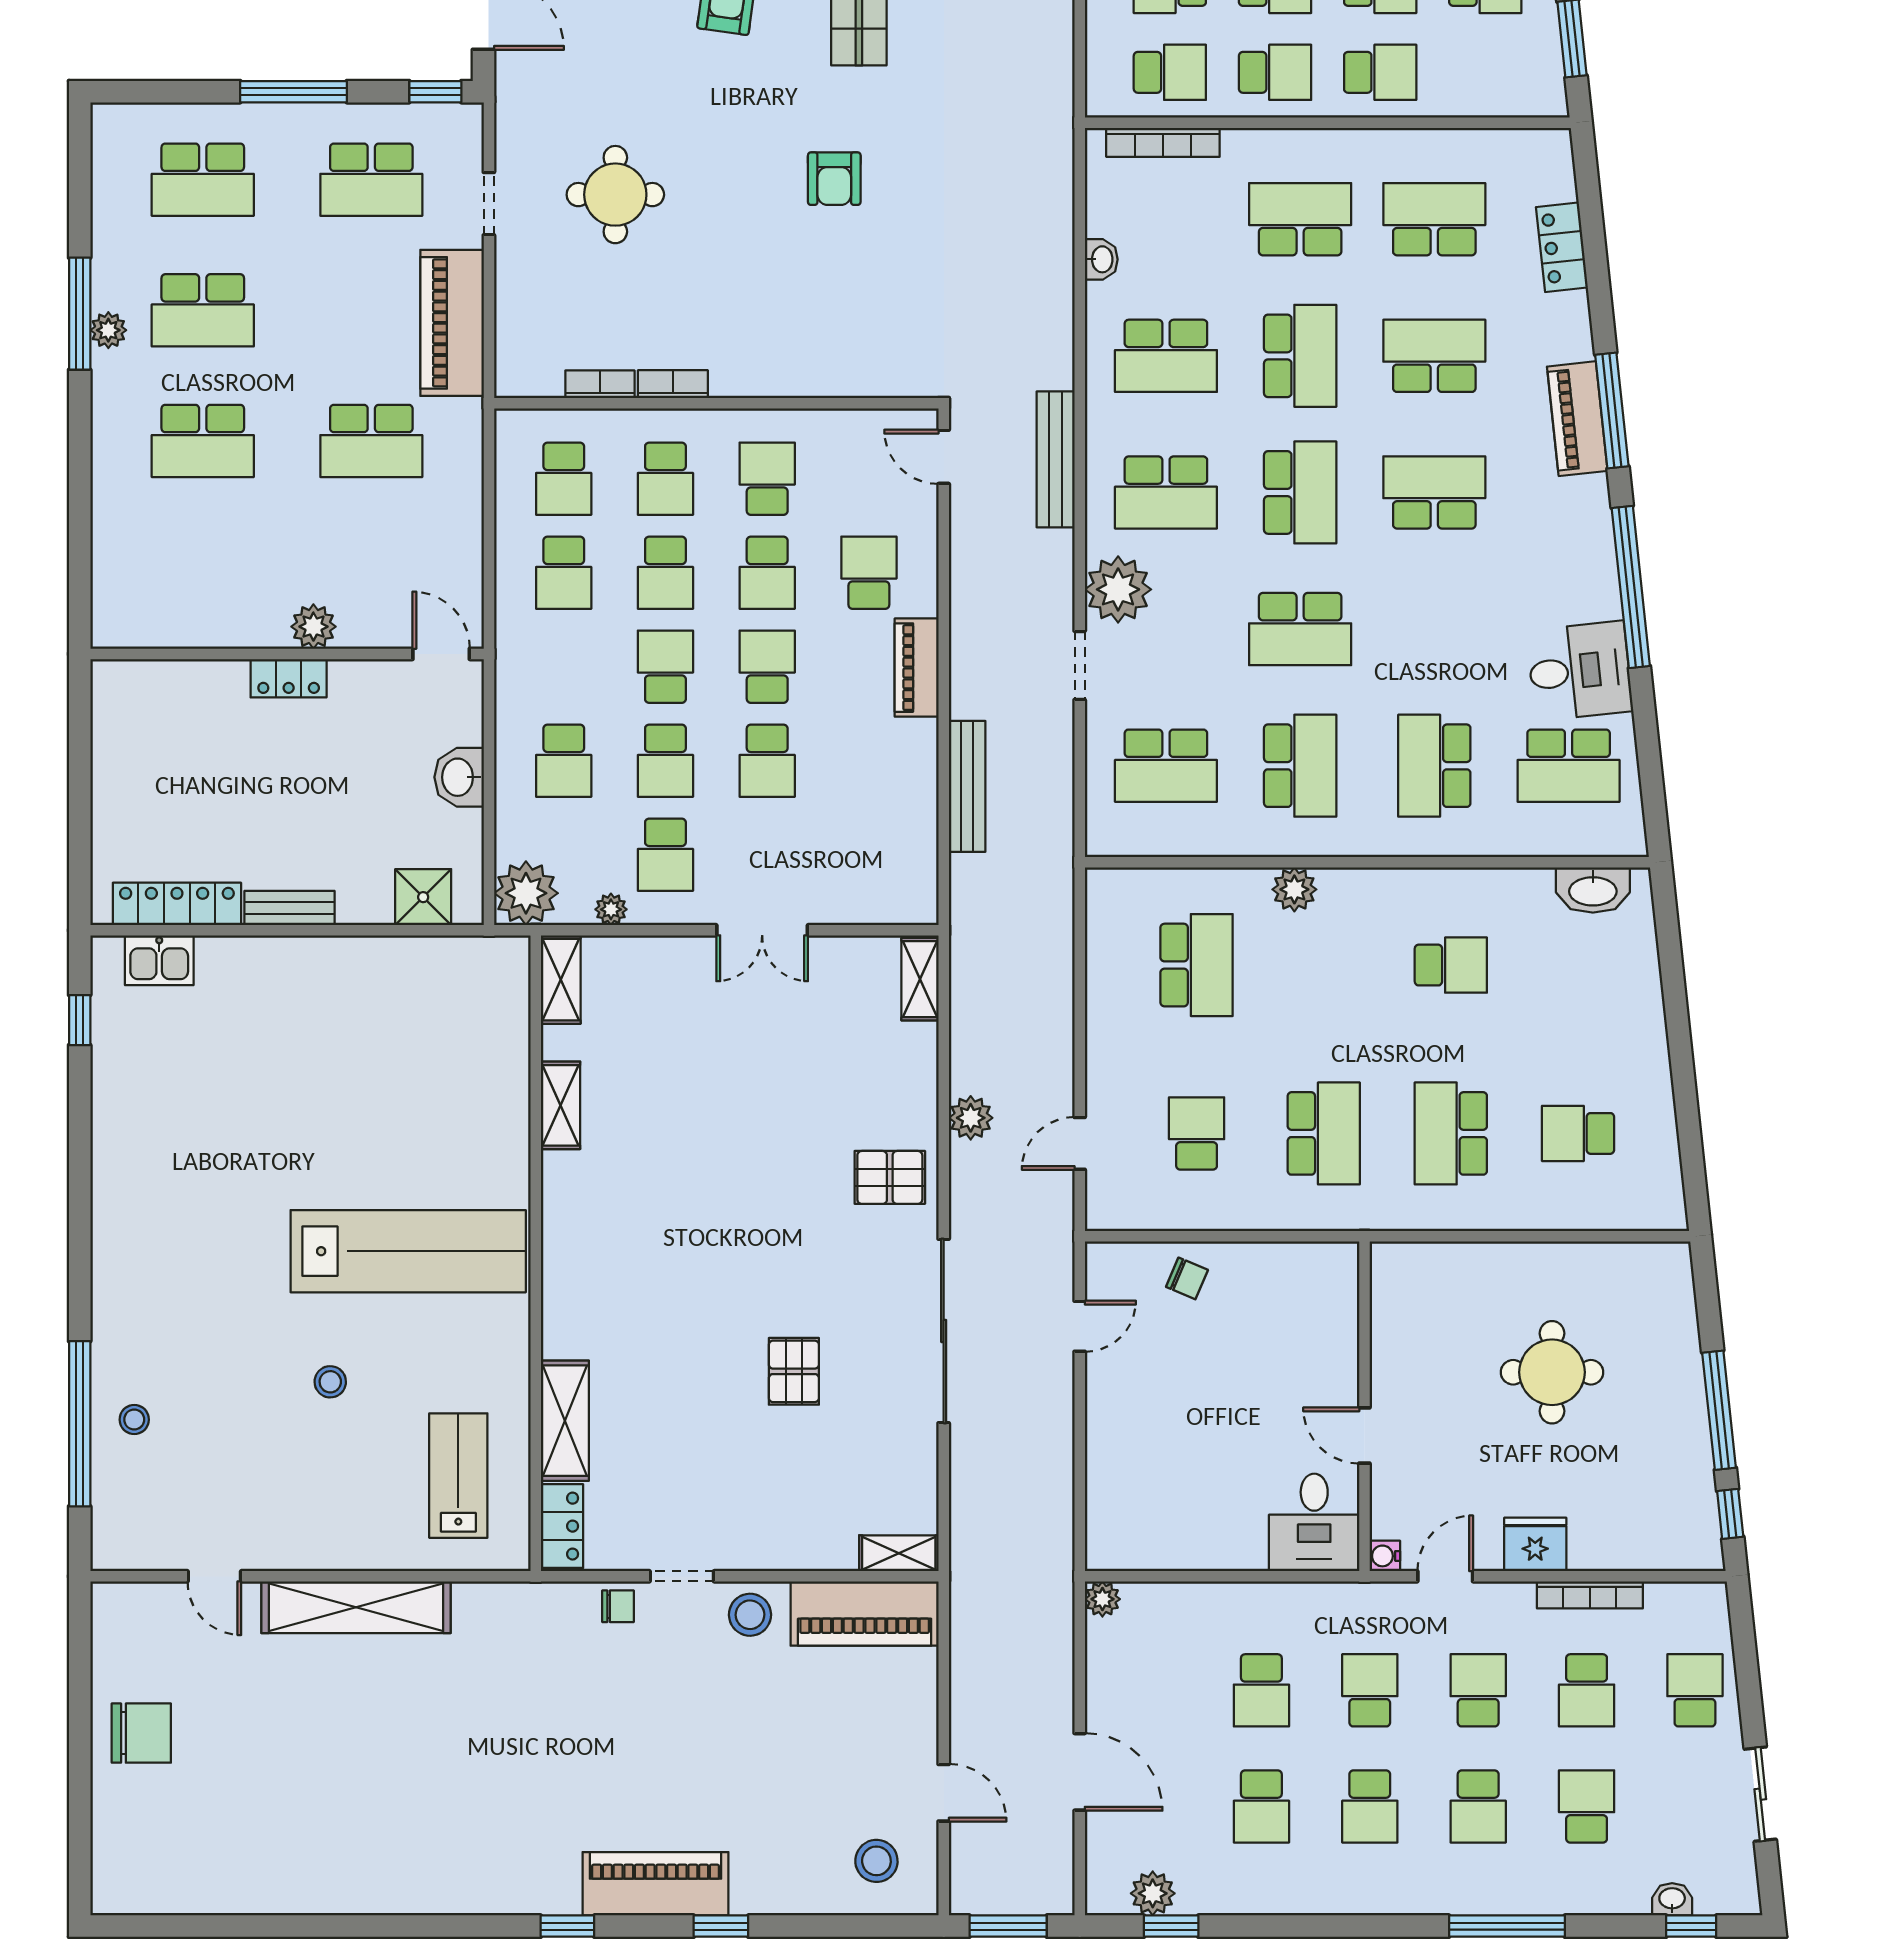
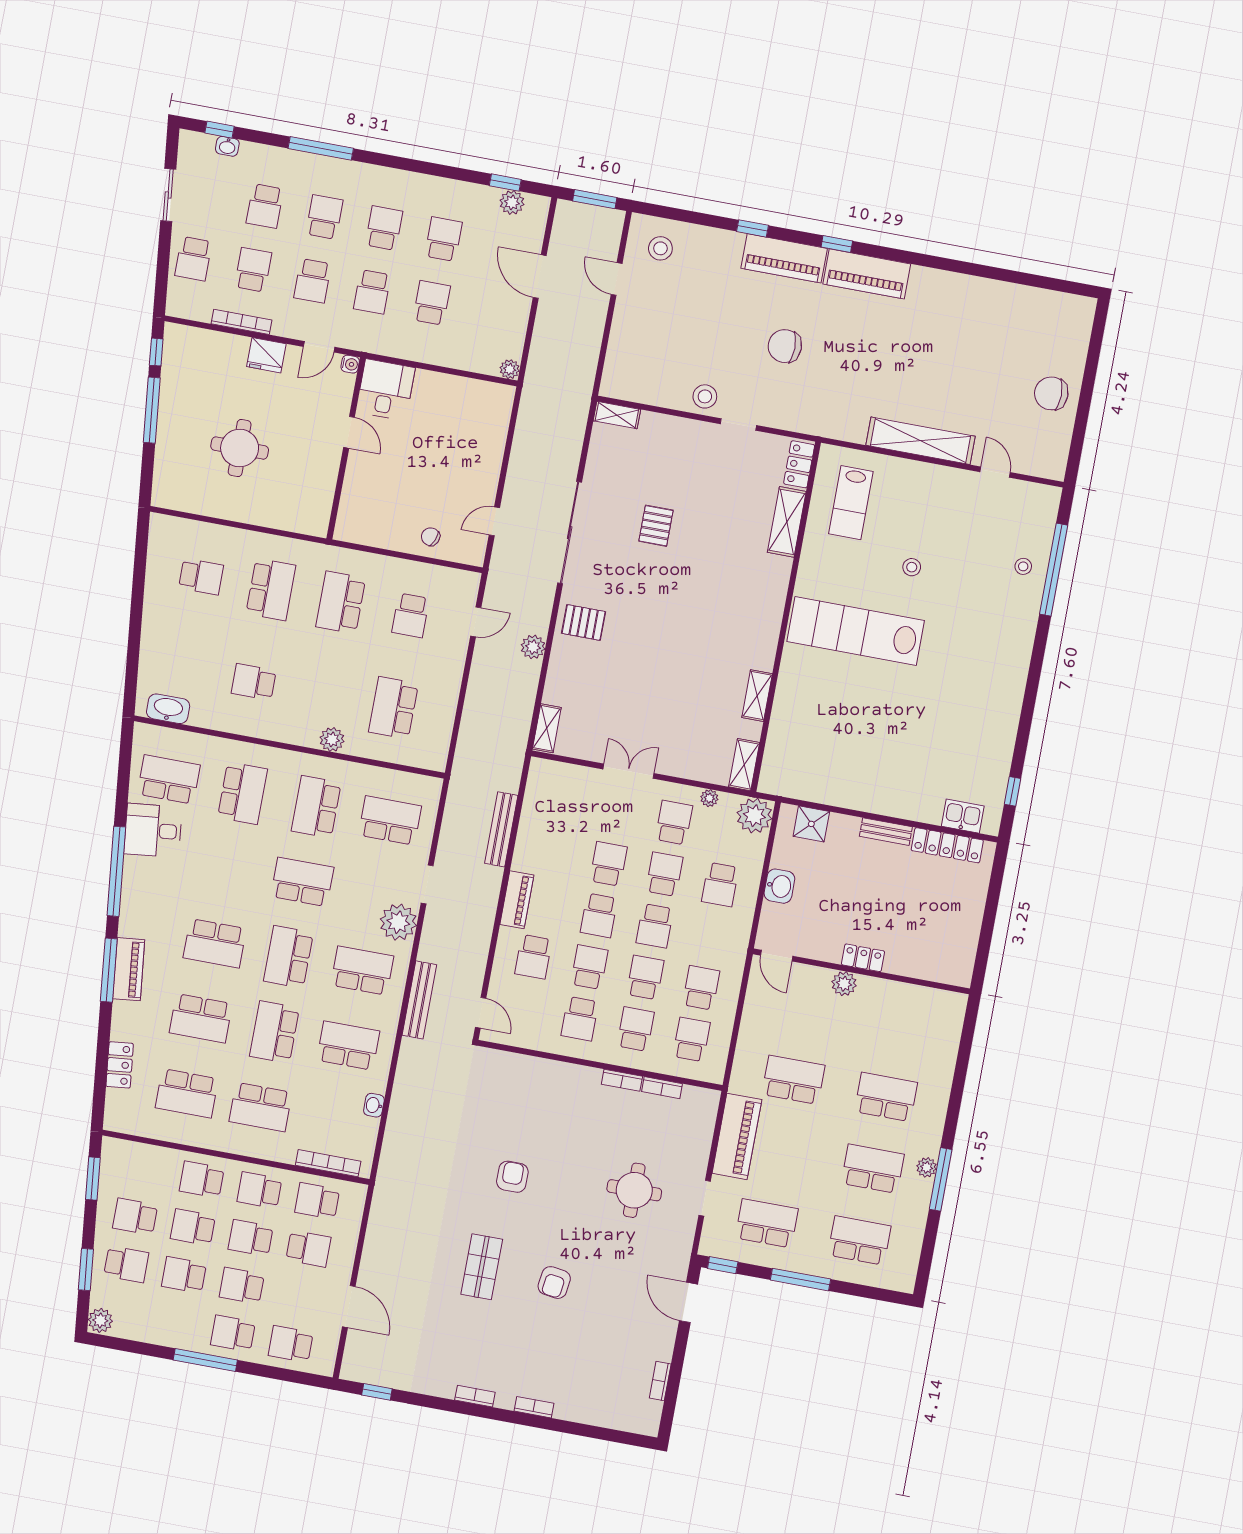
school desk: (564, 761) -> (720, 885), turned 180
chair: (618, 1606) -> (785, 346), moved, width x1.87, depth x1.87
piano: (865, 1614) -> (867, 274), moved, turned 180

